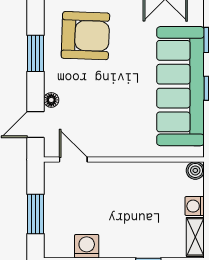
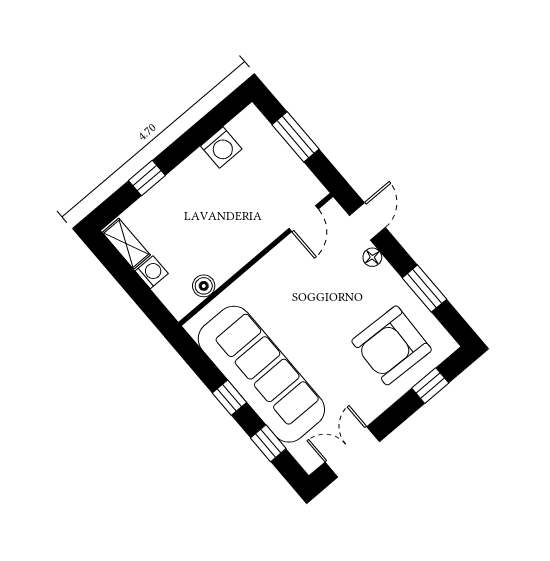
door: (73, 160) -> (304, 219), hinge flipped
boiler: (195, 170) -> (204, 286), moved

